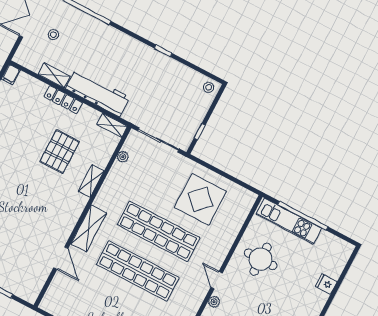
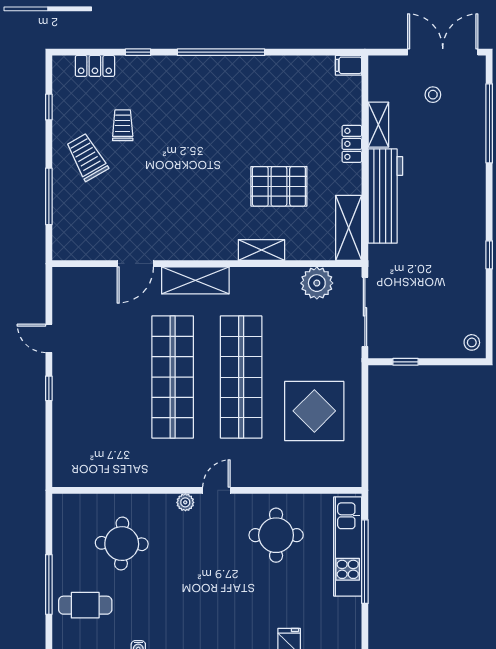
locker: (63, 100) -> (352, 144), width x0.66
shelving: (112, 125) -> (349, 228), width x1.50, depth x1.33
plant: (123, 157) -> (317, 283), width x1.88, depth x1.88

